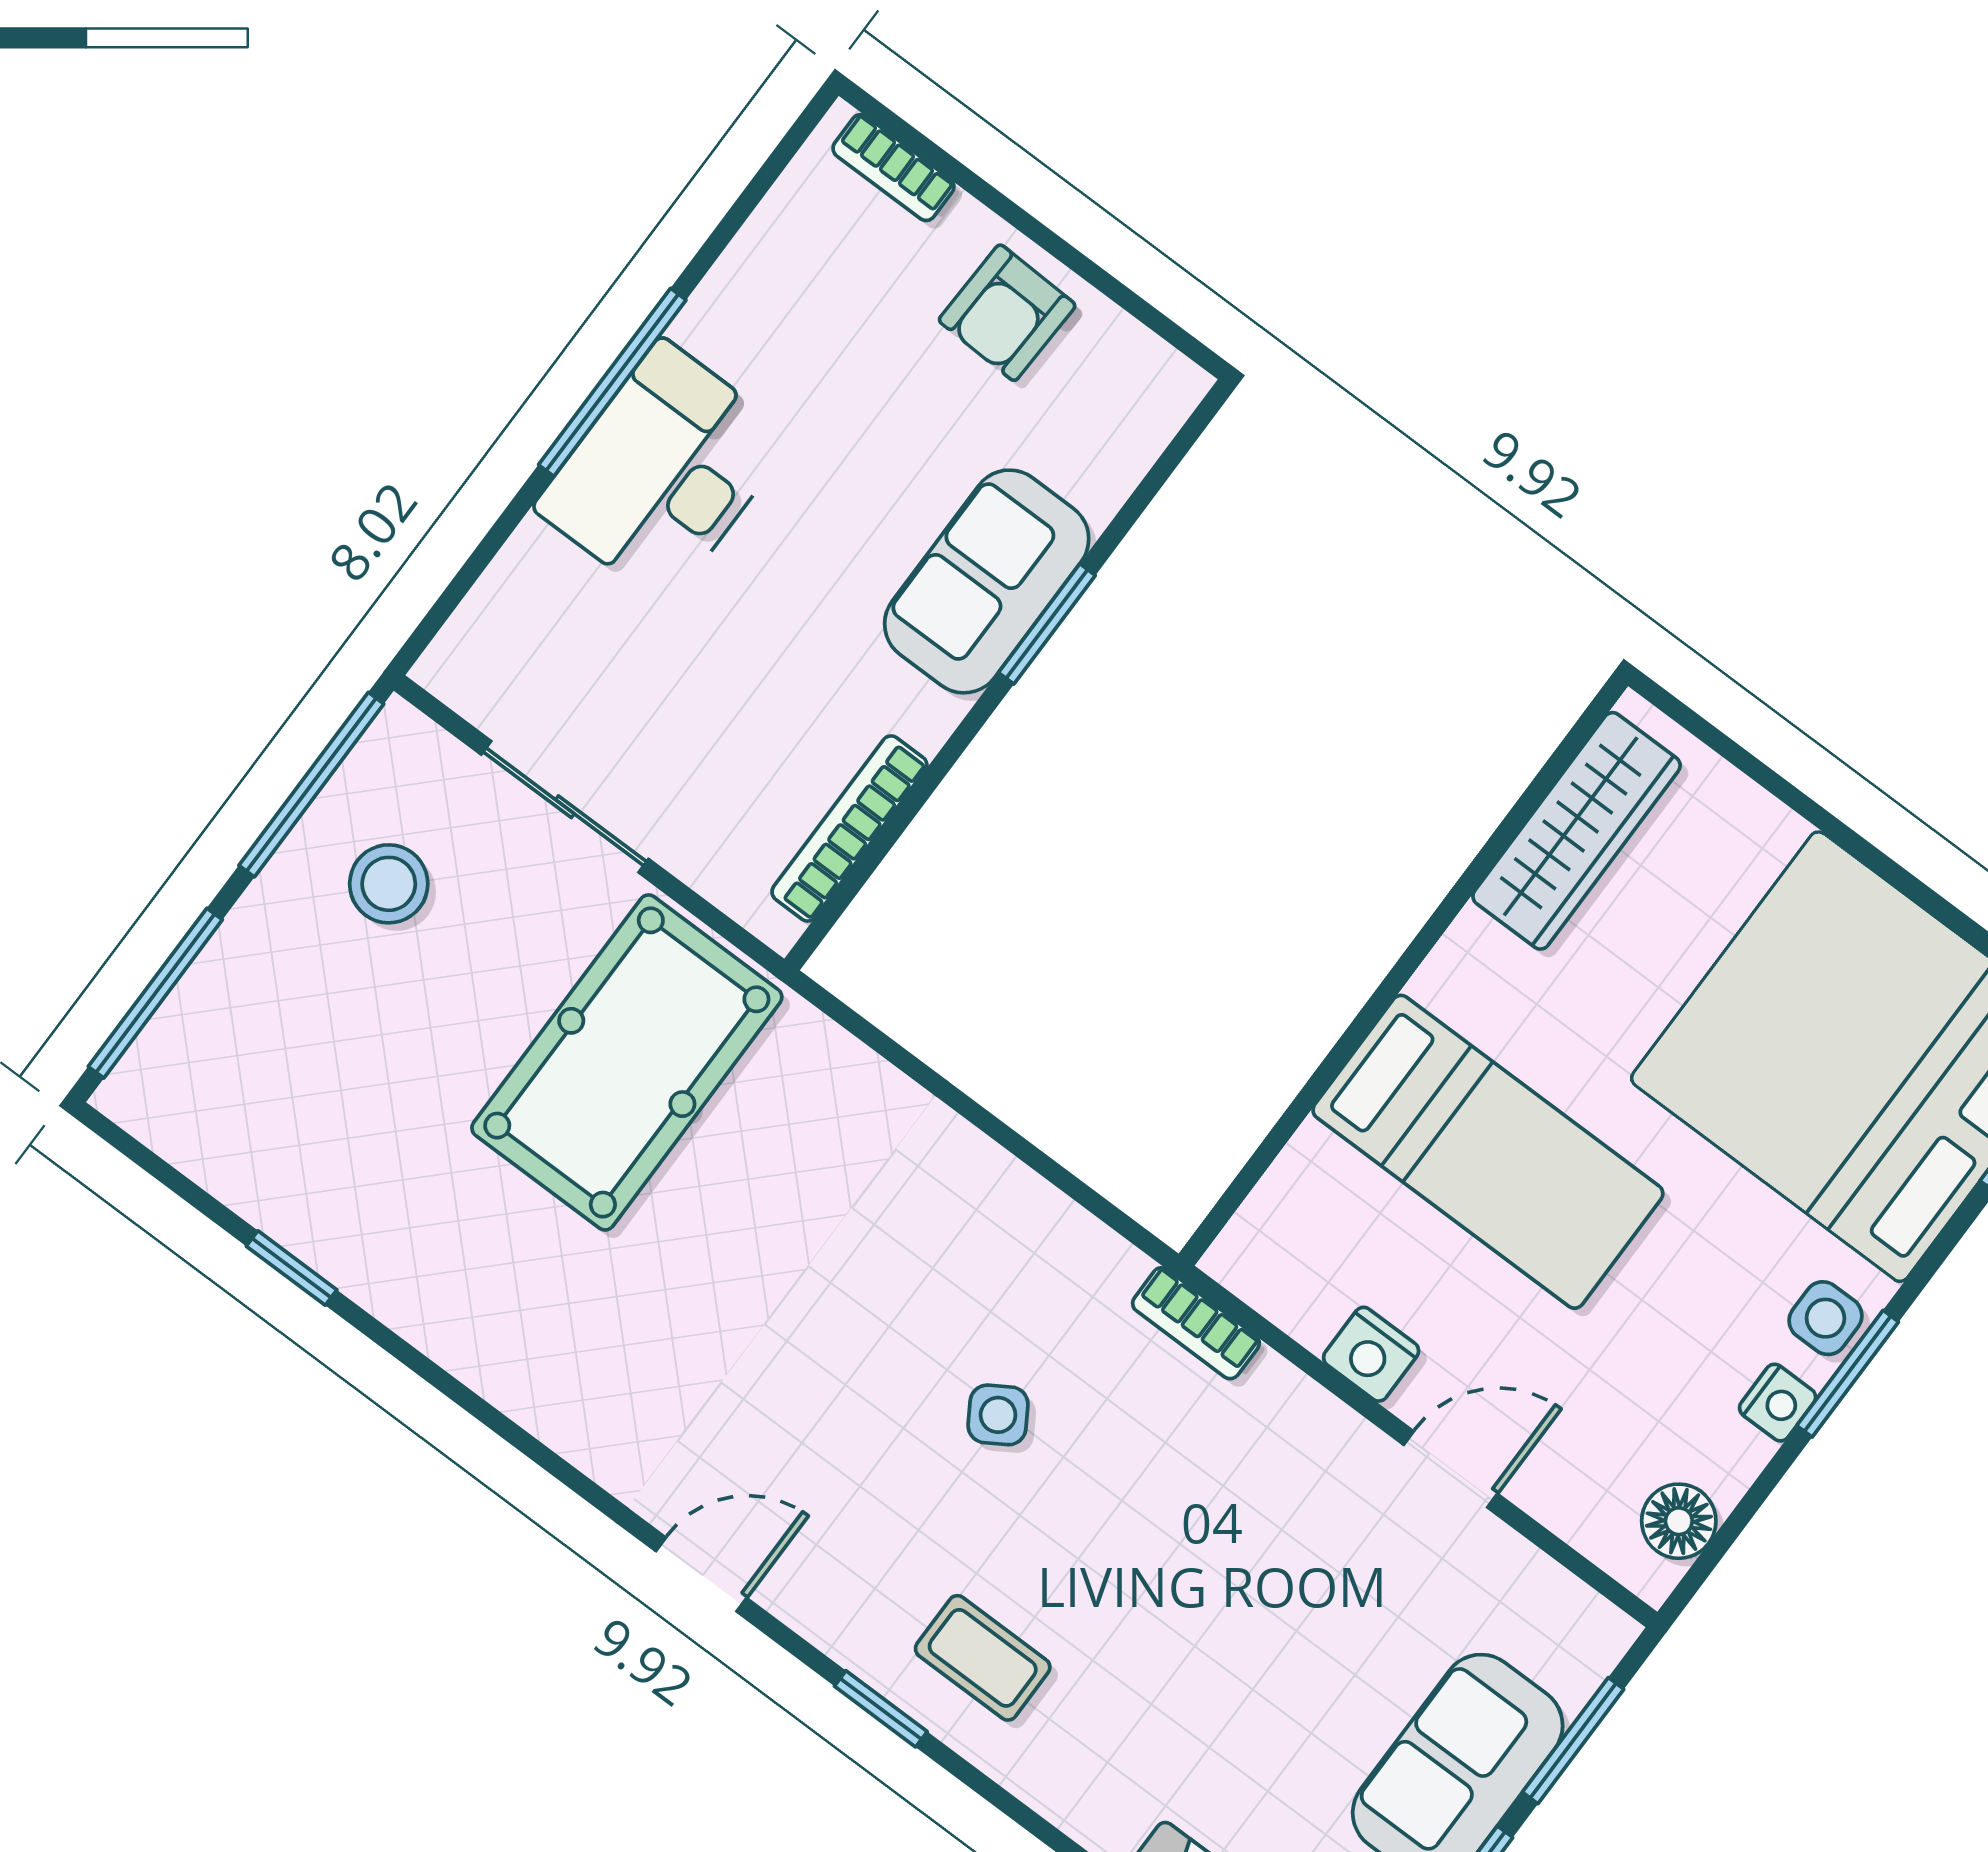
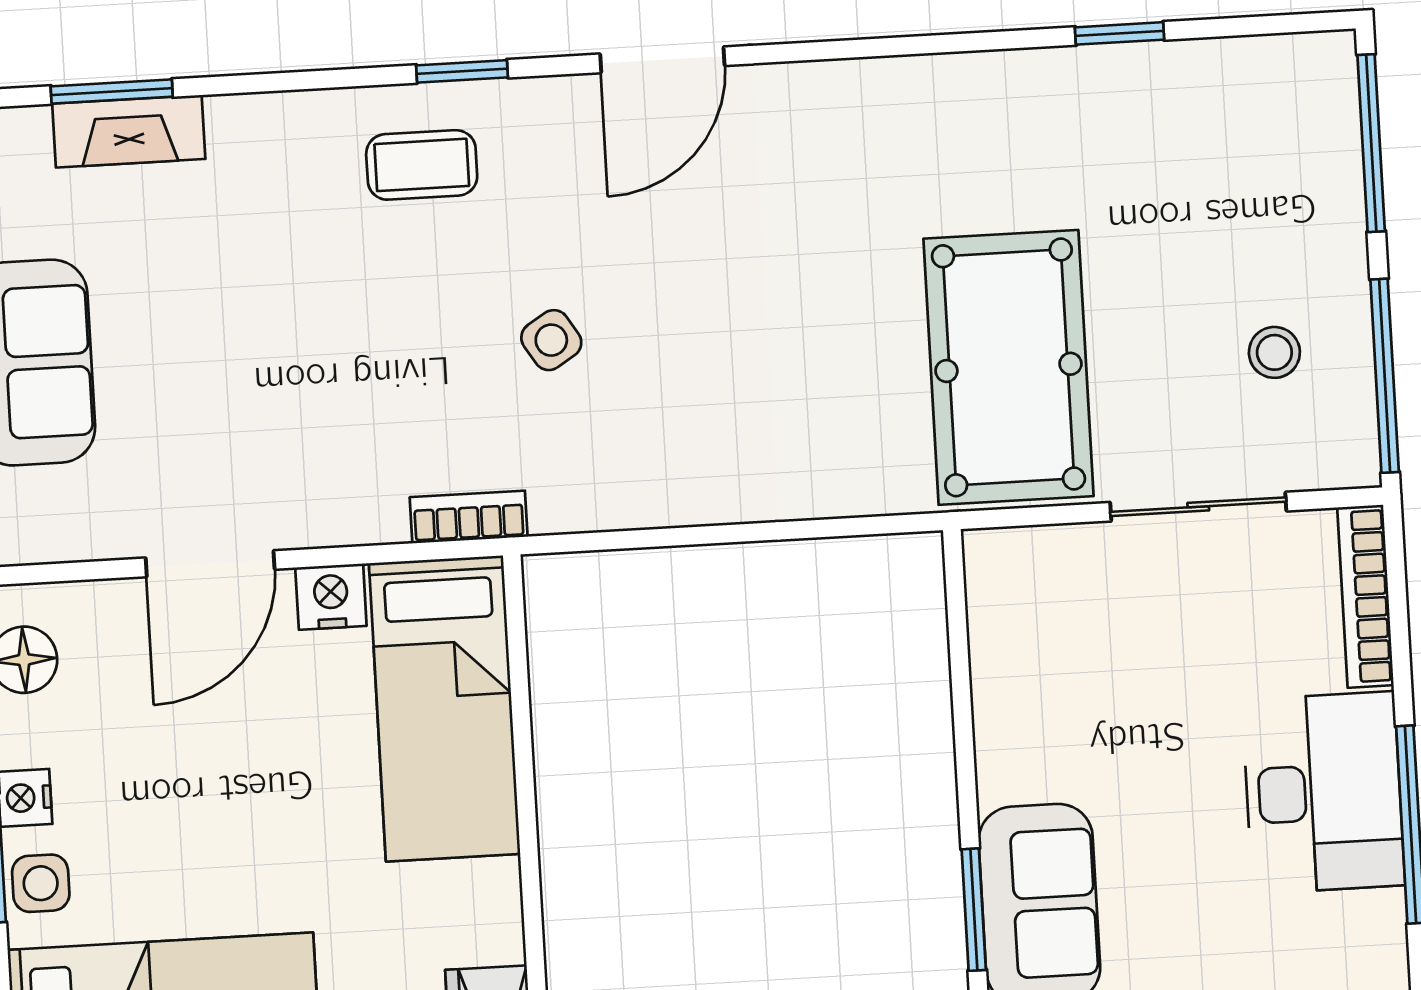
bookcase: (849, 828) -> (1365, 596), moved, turned 180
stool: (389, 884) -> (1274, 352), width x0.73, depth x0.73
bed: (1488, 1152) -> (445, 709), moved, turned -90
door: (1451, 1469) -> (210, 564), width x1.38
door: (701, 1575) -> (662, 60), width x1.38

